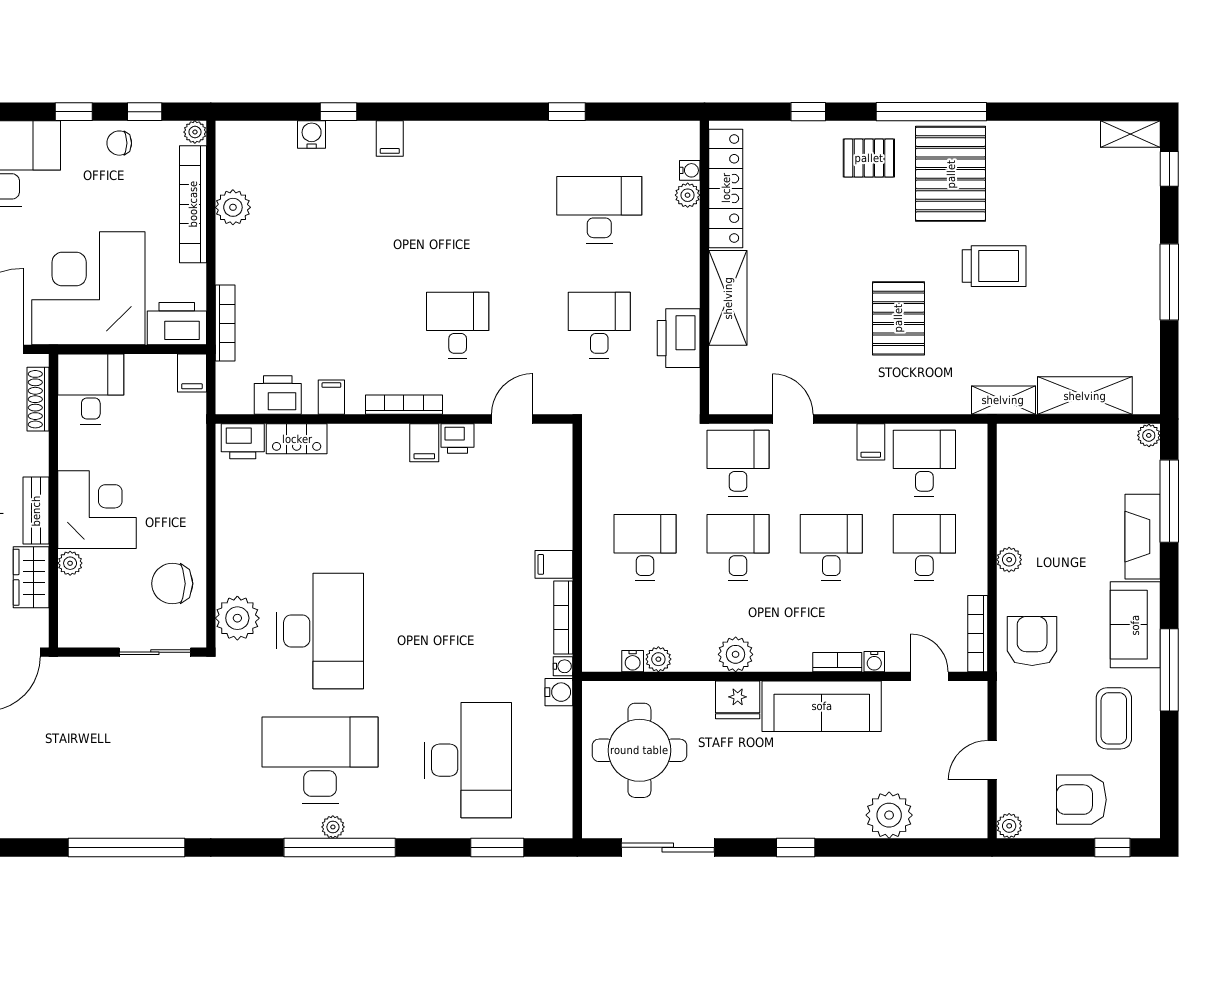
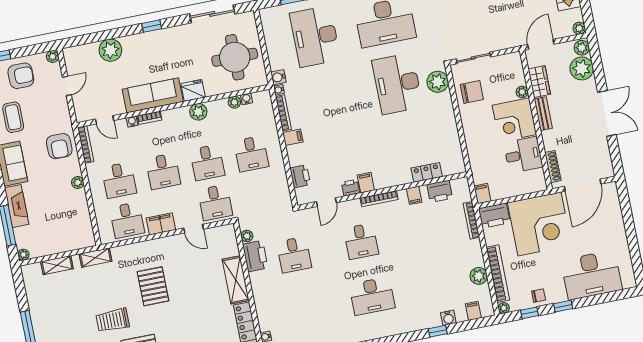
filing cabinet: (390, 139) -> (473, 311), moved
plant: (688, 195) -> (247, 236), moved
desk: (599, 210) -> (372, 296), moved
desk: (91, 389) -> (523, 155), moved, turned -90
shelving: (1085, 396) -> (57, 265), width x0.67, depth x0.75
printer: (243, 441) -> (300, 176), moved, turned 90
filing cabinet: (871, 442) -> (161, 224), width x2.00

